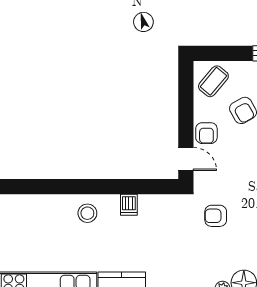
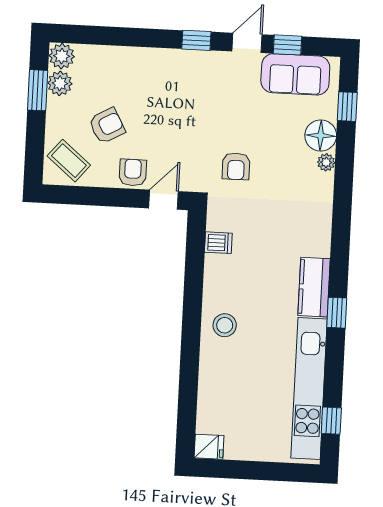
armchair: (206, 133) -> (133, 172), turned -90
dishwasher: (129, 205) -> (218, 243), moved

